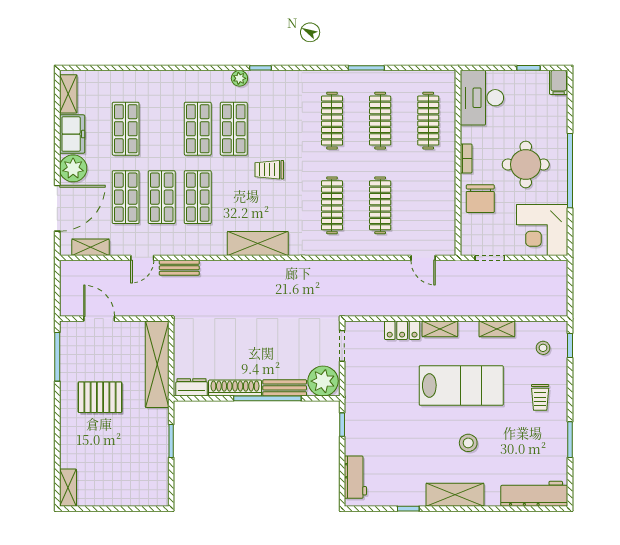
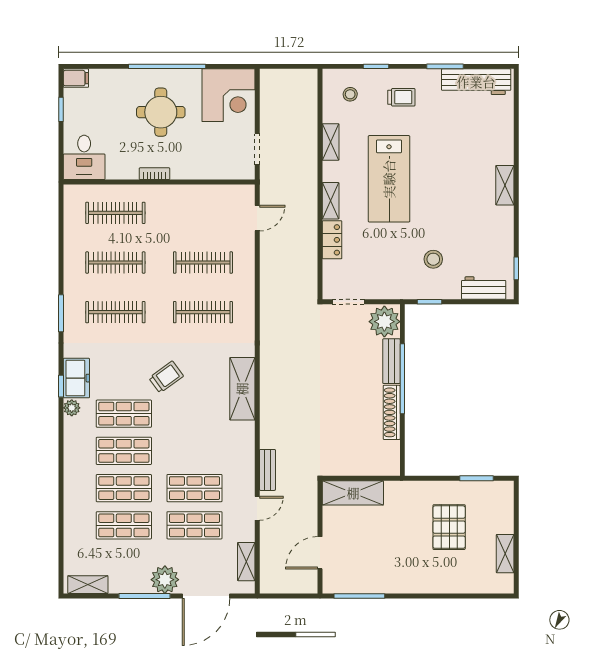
window: (366, 68) -> (61, 313), moved
desk: (482, 98) -> (84, 157), width x0.73
freezer: (72, 134) -> (76, 378), moved, turned 90
window: (57, 149) -> (144, 596), added
trolley: (269, 170) -> (166, 377), turned -126
shop shelf: (198, 197) -> (124, 488), moved
chair: (480, 199) -> (196, 159), removed
door: (57, 208) -> (206, 596), swing flipped
door: (142, 258) -> (257, 508), hinge flipped
window: (570, 345) -> (376, 66), moved
shelving: (157, 364) -> (353, 493), width x0.68
lab bench: (461, 385) -> (389, 179), turned 180
dresser: (192, 387) -> (391, 457), removed
pallet: (100, 397) -> (449, 527), moved
window: (171, 441) -> (476, 478), moved
stool: (468, 443) -> (433, 259), moved
shelving: (68, 488) -> (505, 554), moved, turned 90
workbench: (534, 494) -> (476, 82), moved, turned -90
shelving: (455, 495) -> (505, 185), width x0.67, depth x0.75
window: (408, 509) -> (516, 268), moved

